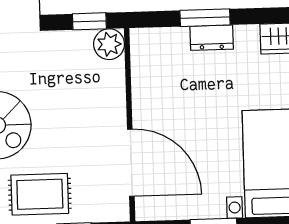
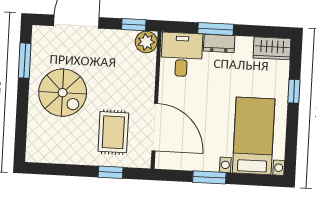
desk: (160, 58) -> (182, 55), added
rug: (40, 194) -> (113, 132), moved, turned 90

